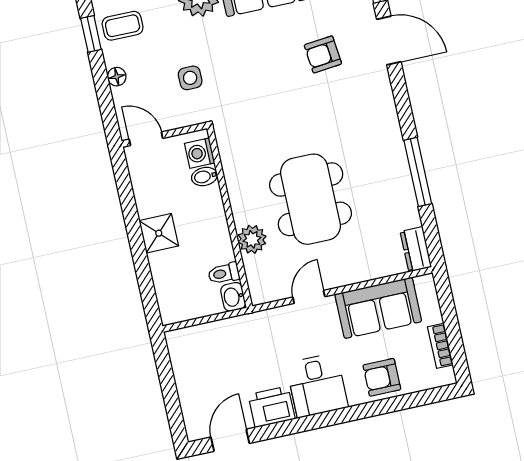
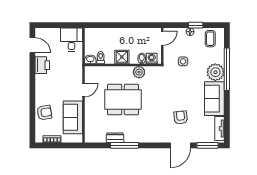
window: (91, 34) -> (196, 25), moved
shower: (159, 233) -> (122, 57), moved
plant: (252, 239) -> (139, 72), moved
dresser: (416, 249) -> (115, 138), moved
door: (309, 297) -> (84, 90), hinge flipped
armchair: (382, 377) -> (44, 113), turned 81
desk: (317, 385) -> (71, 40), moved, turned 90

